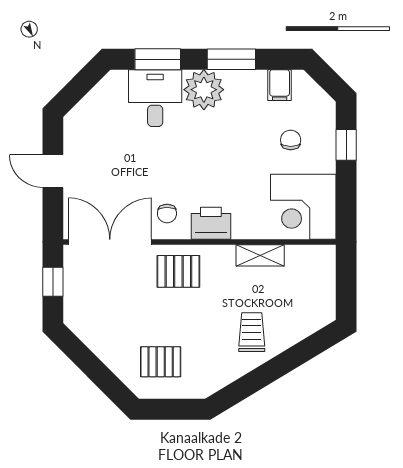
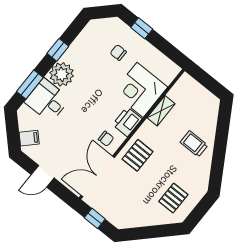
window: (231, 59) -> (58, 50), width x0.67
filing cabinet: (280, 85) -> (29, 138), moved, turned -45
corner desk: (303, 207) -> (140, 90), moved, turned 90

